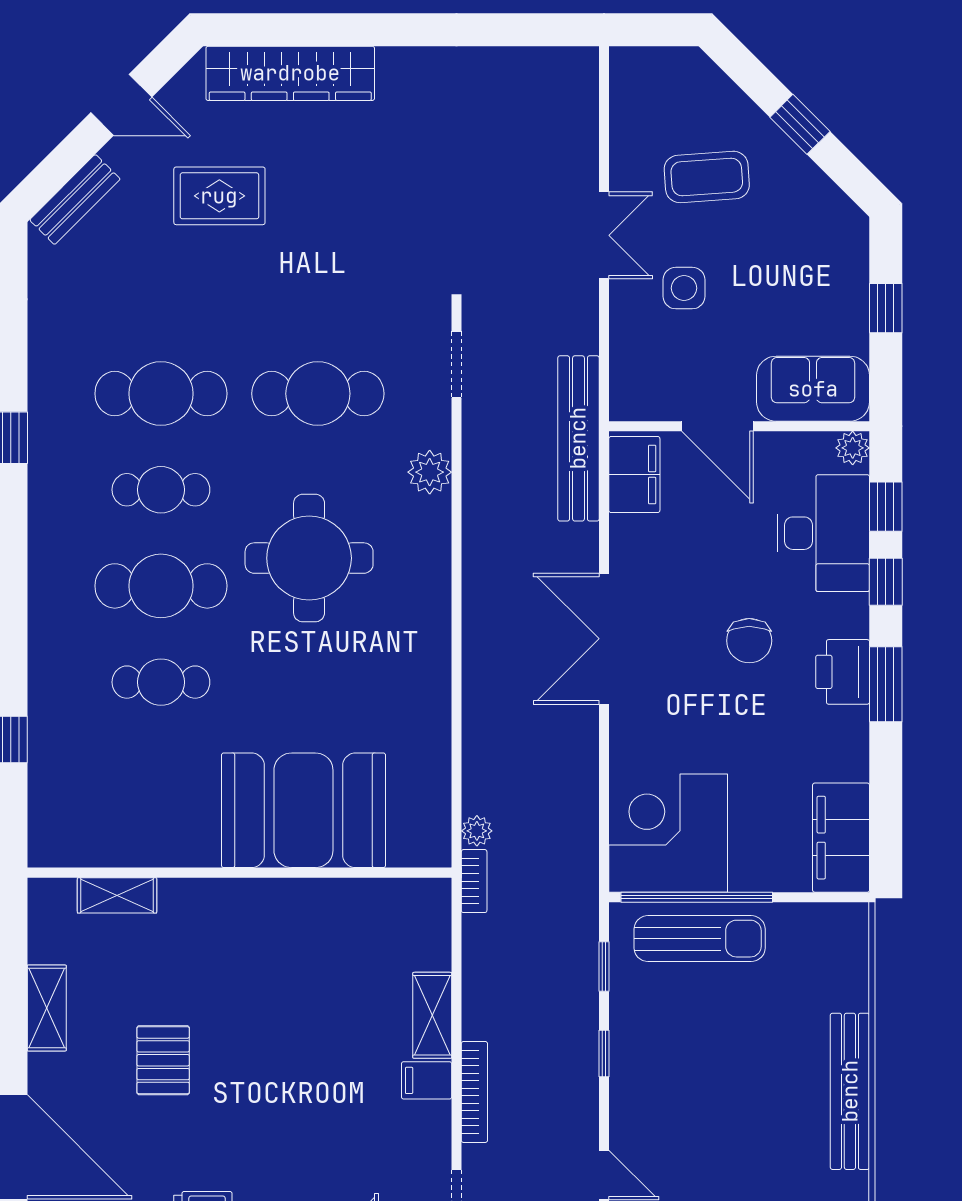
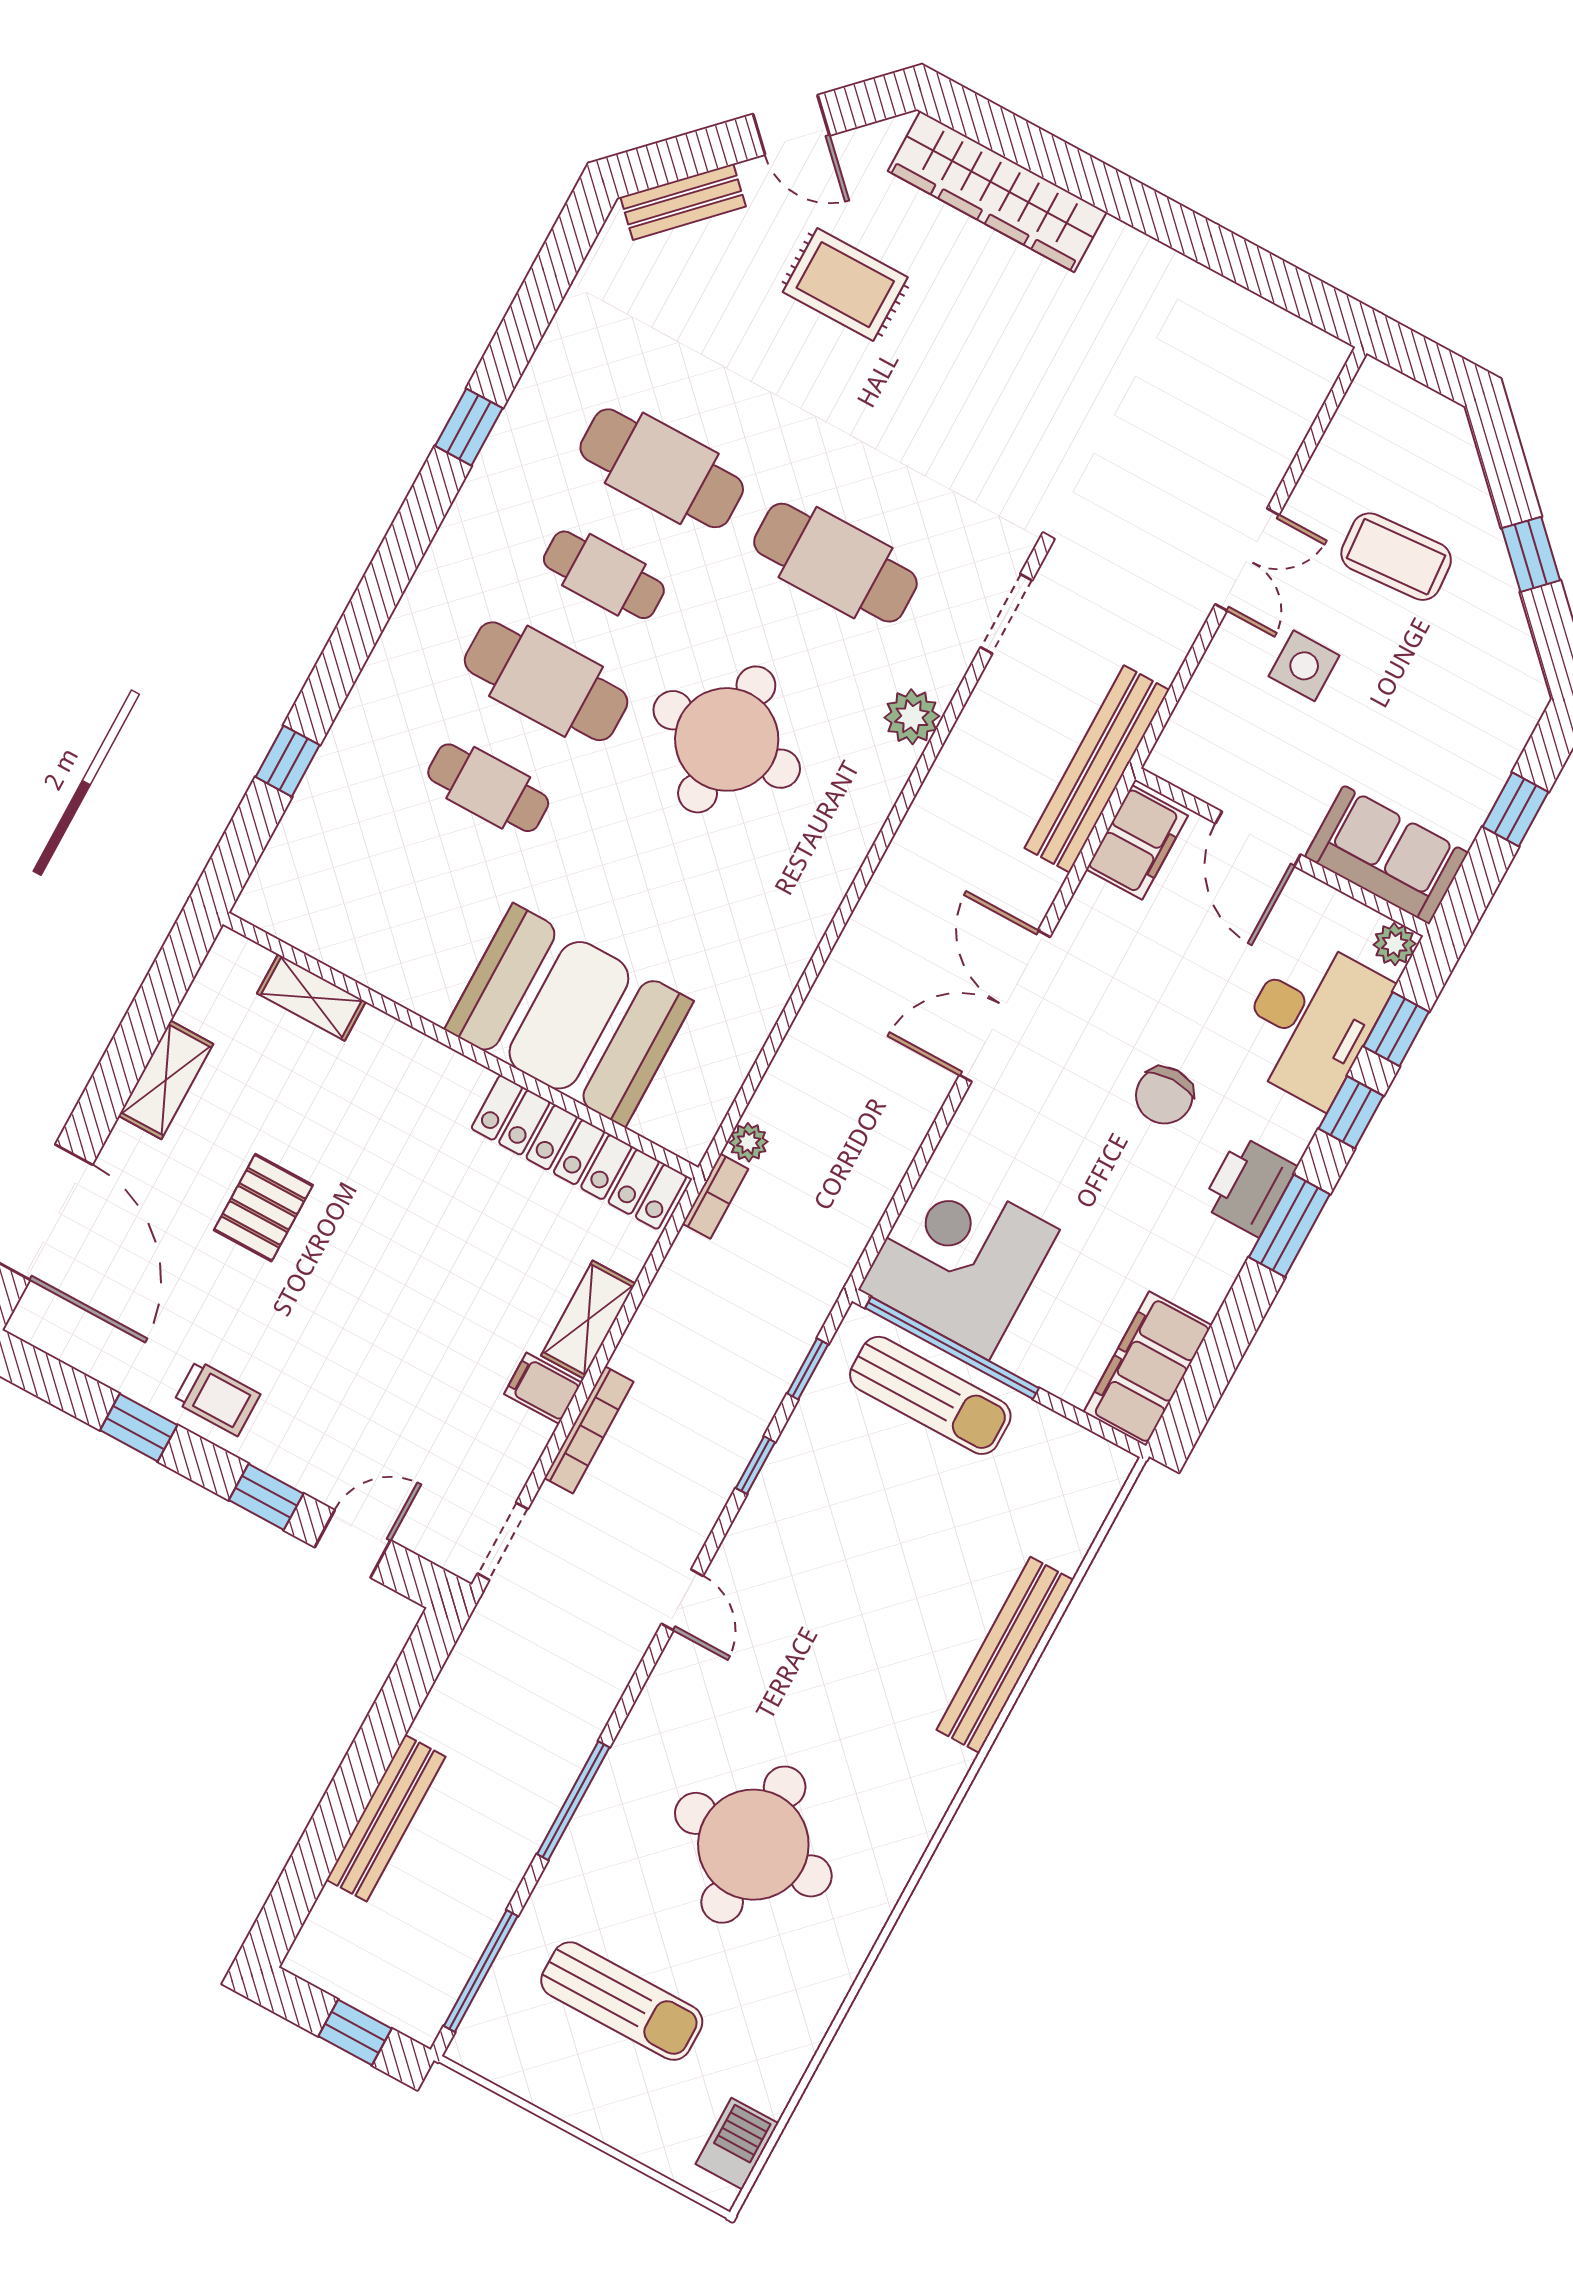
locker: (362, 902) -> (579, 1152), added

